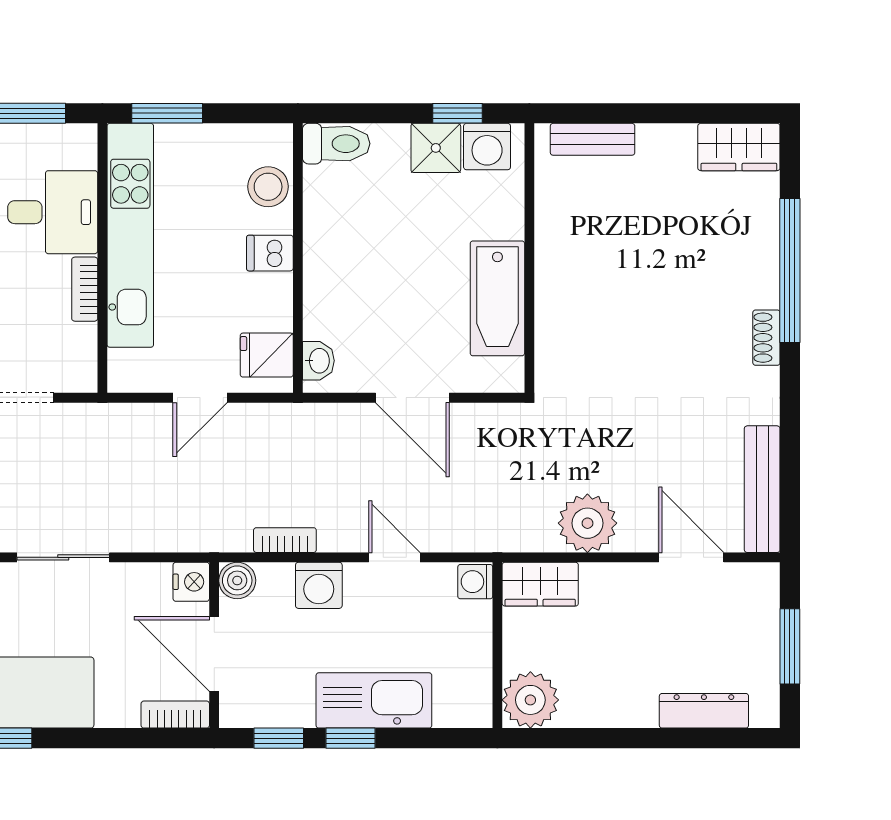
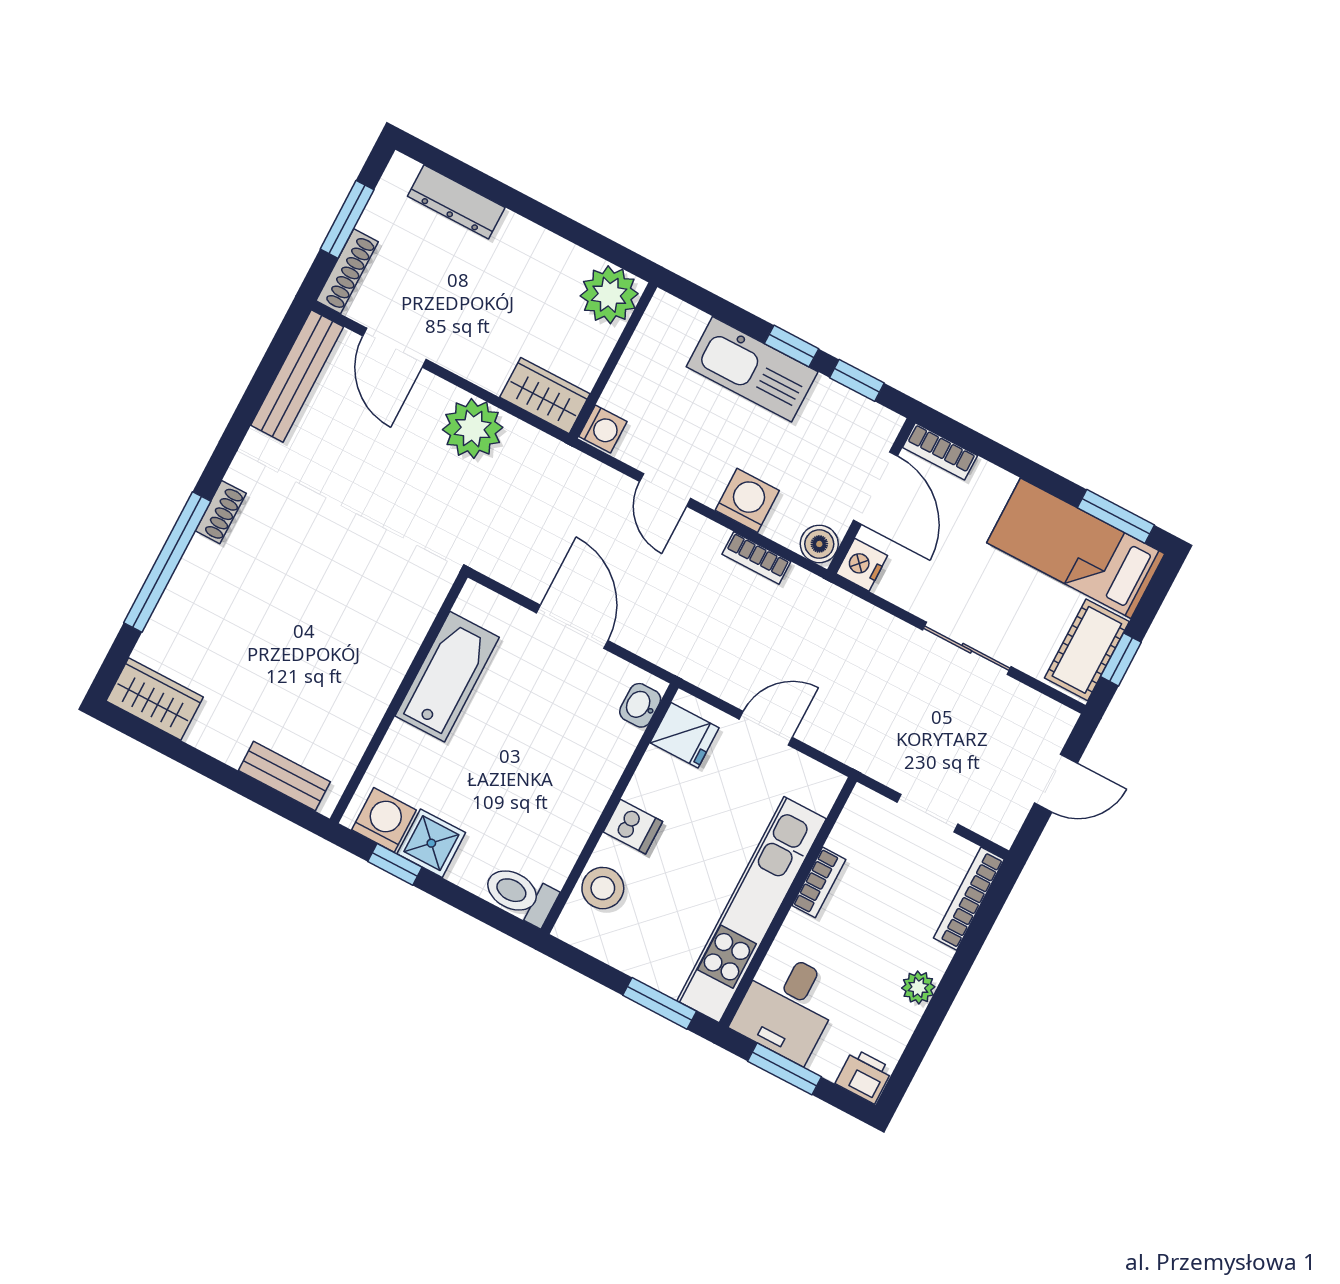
desk: (53, 212) -> (787, 1007), moved, turned -90
shoe rack: (766, 602) -> (347, 271), added

